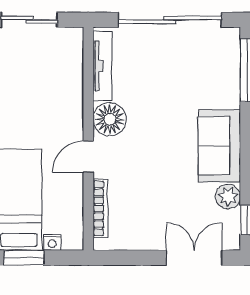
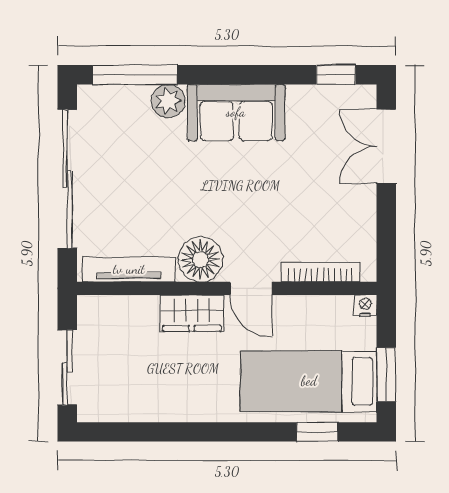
wardrobe: (70, 113) -> (192, 313), added
plant: (228, 197) -> (168, 101), moved
nightstand: (52, 242) -> (365, 306), moved, turned -90

